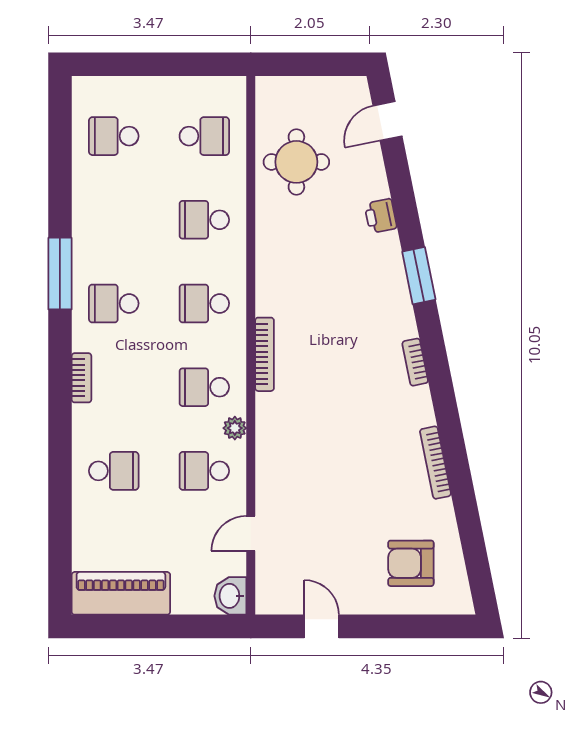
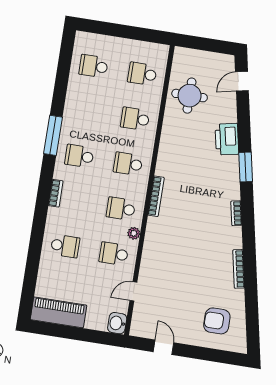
school desk: (204, 136) -> (142, 74), turned 180
printer: (381, 216) -> (227, 139), width x1.87, depth x1.48

